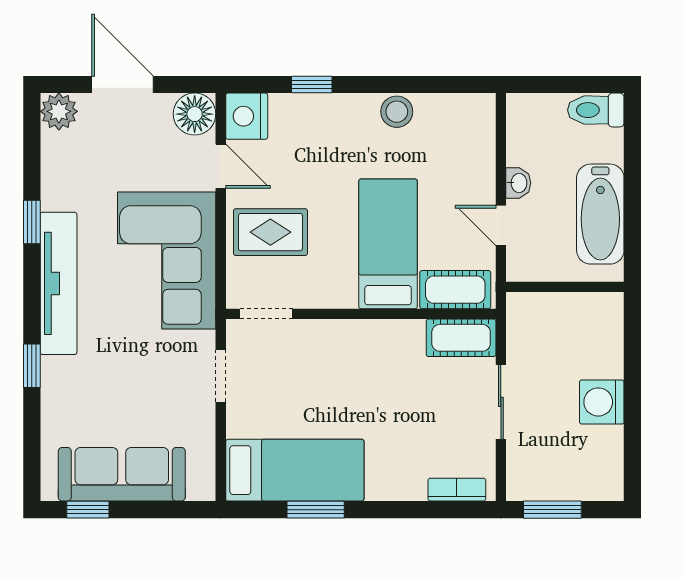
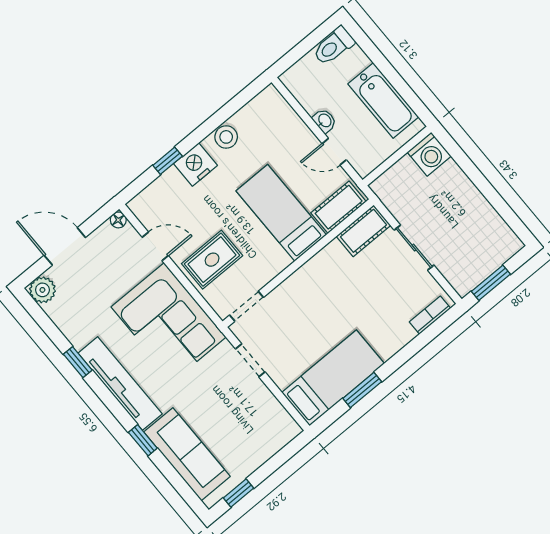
floor lamp: (195, 114) -> (118, 220), width x0.53, depth x0.53
nightstand: (247, 116) -> (196, 164), moved, turned 90
washing machine: (602, 402) -> (429, 154), moved, turned -90
sofa: (122, 474) -> (187, 454), moved, turned 90

